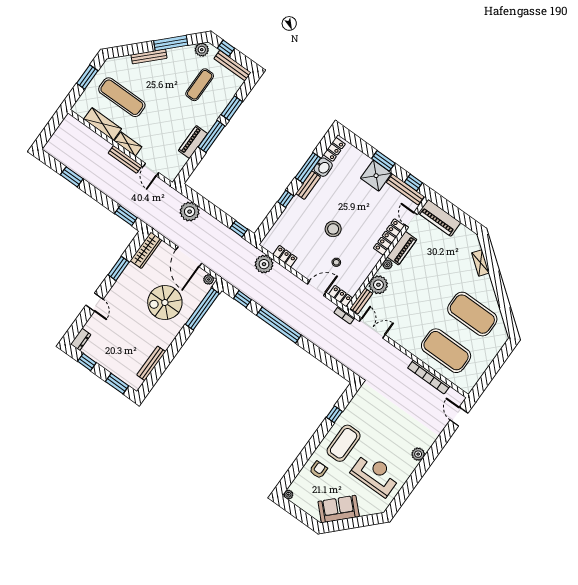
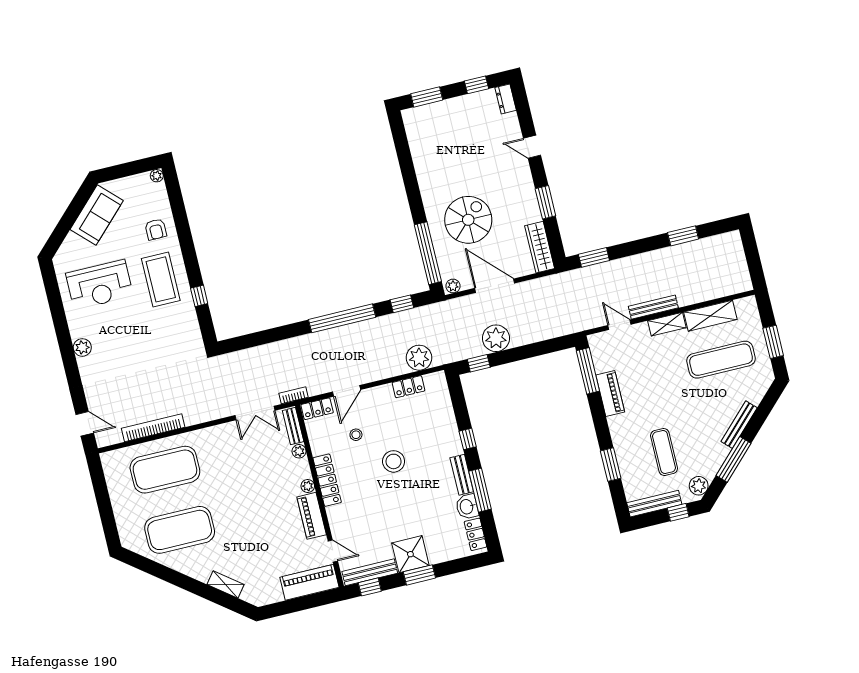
window: (212, 136) -> (588, 371), moved
plant: (190, 212) -> (496, 338), moved
locker: (389, 237) -> (327, 480), moved
plant: (378, 285) -> (299, 451), width x0.53, depth x0.53
bench: (151, 363) -> (417, 151), removed

